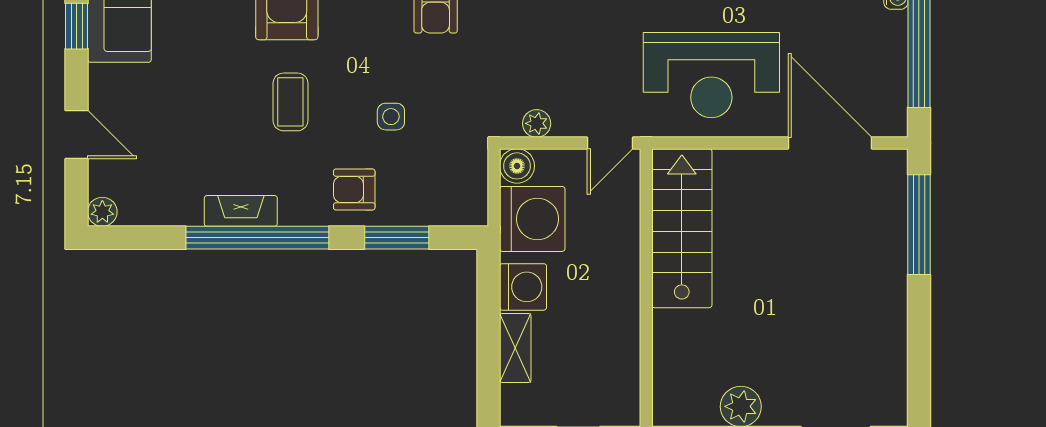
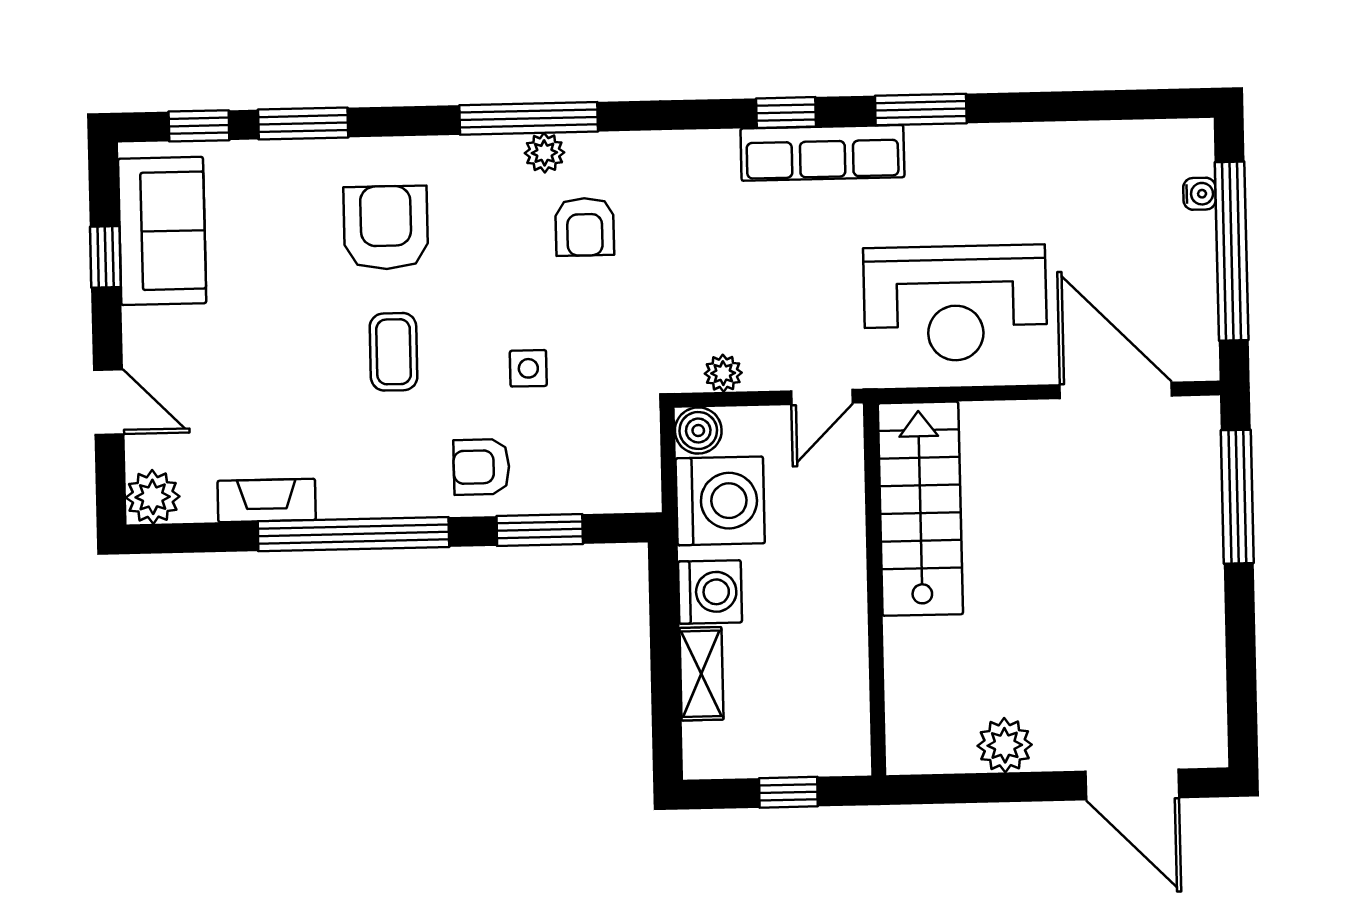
fireplace: (241, 211) -> (267, 500), moved
plant: (102, 212) -> (153, 497), width x1.38, depth x1.38

